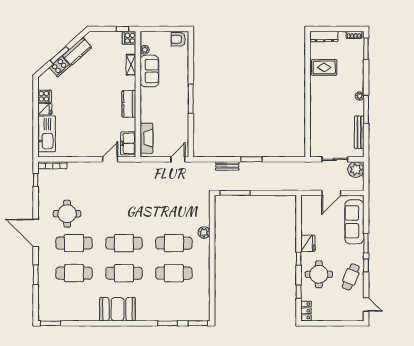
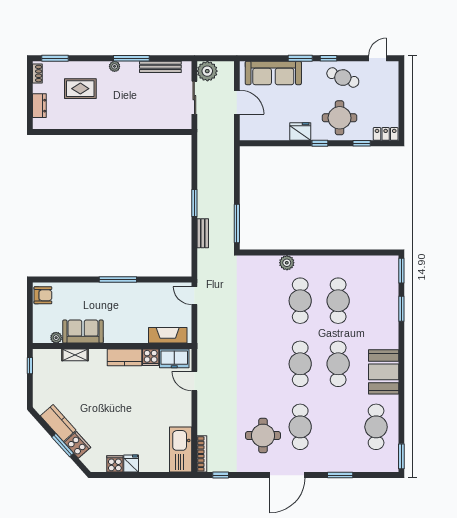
dresser: (324, 37) -> (39, 106), width x0.70
cooker: (129, 38) -> (151, 357), moved
armchair: (178, 39) -> (43, 295), turned -90
rug: (324, 67) -> (80, 89), moved, turned 90
kitchen sink: (47, 134) -> (181, 450), moved, turned -90
cafe table: (74, 273) -> (376, 427), moved

